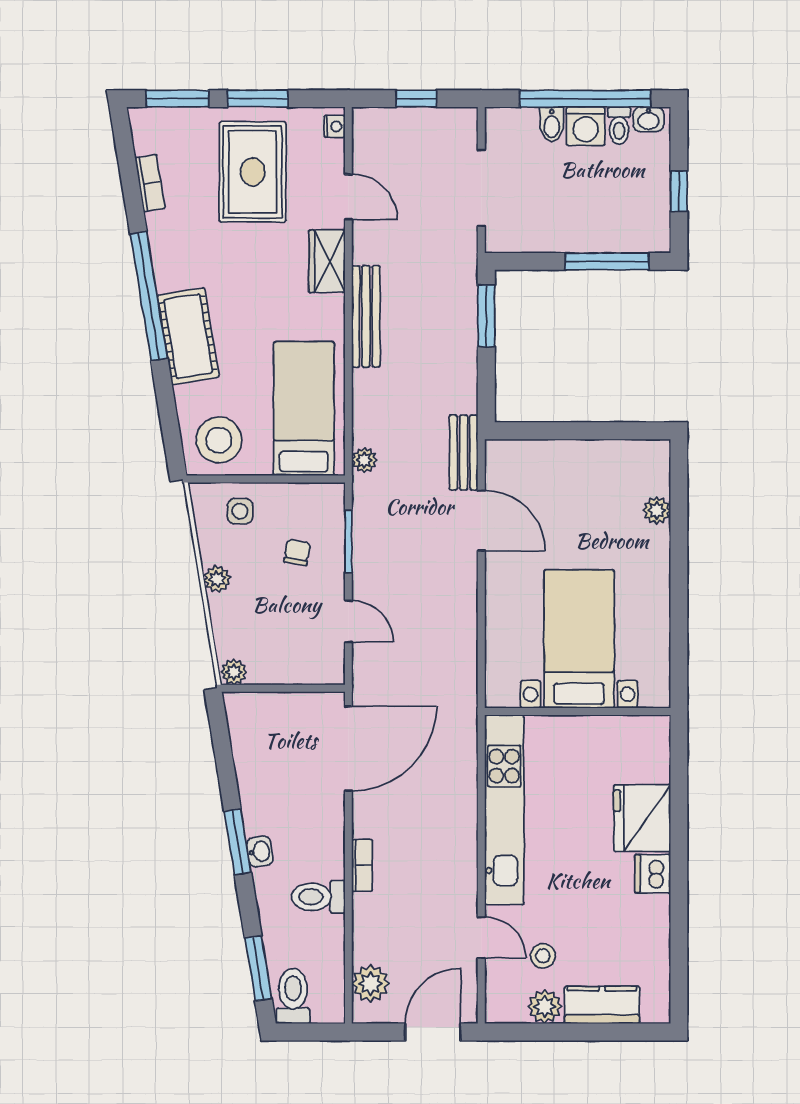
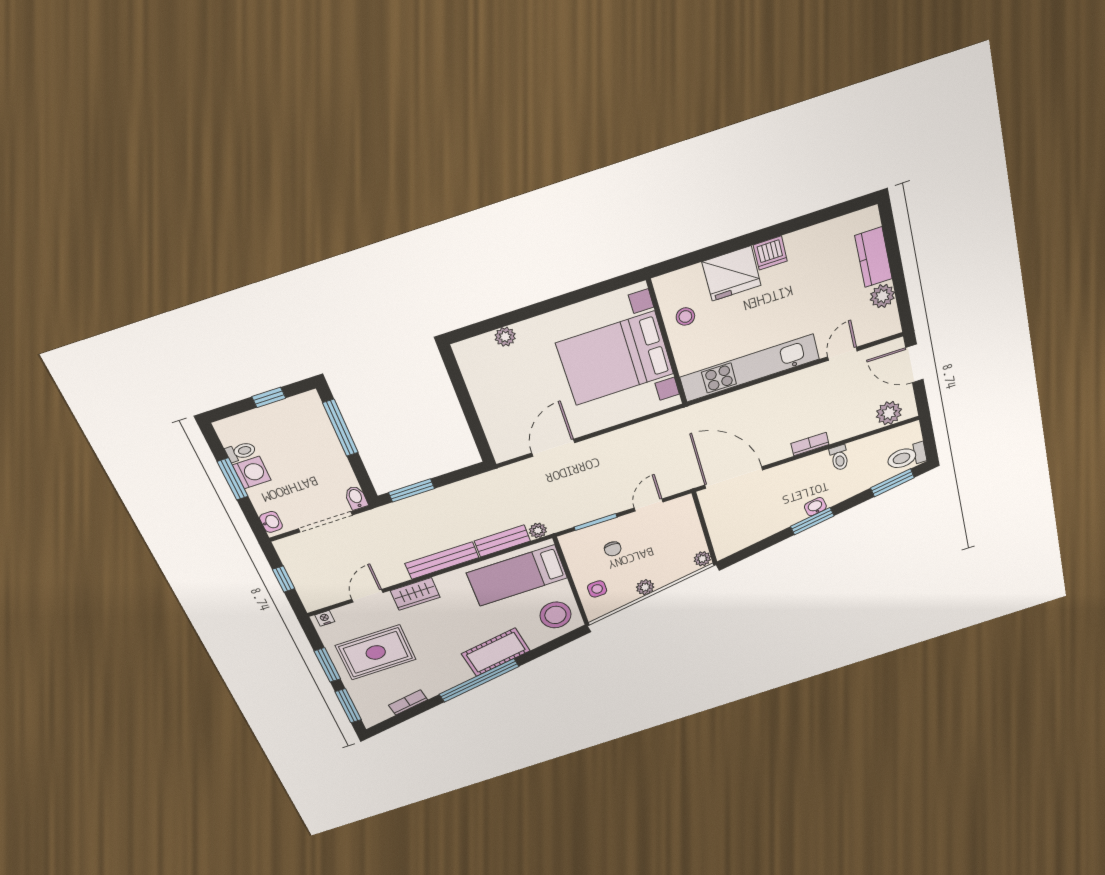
window: (585, 99) -> (233, 479), width x0.47
washbasin: (648, 119) -> (271, 522), moved
bidet: (552, 124) -> (356, 498), moved, turned -90
bench: (464, 452) -> (502, 541), moved
chair: (297, 552) -> (613, 549), turned -100
bed with nightstands: (579, 639) -> (615, 359), width x1.36
toilet: (318, 897) -> (839, 458), width x0.73, depth x0.72
stool: (543, 956) -> (685, 317), moved

